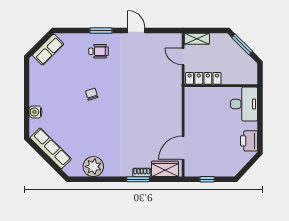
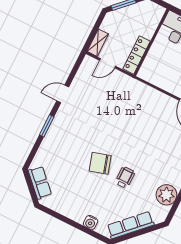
wheelchair: (99, 51) -> (125, 177), moved
chair: (92, 94) -> (100, 163), width x1.87, depth x1.87

